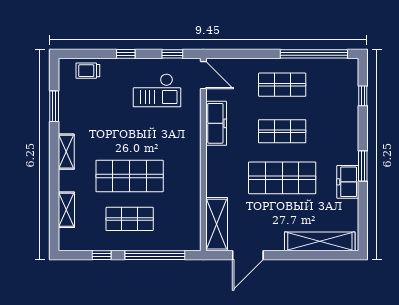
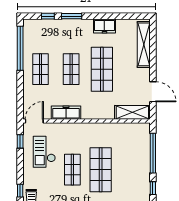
window: (126, 54) -> (20, 191), moved
checkout: (157, 90) -> (44, 152), turned 180
window: (363, 166) -> (72, 16), moved
shop shelf: (130, 219) -> (72, 170), moved

